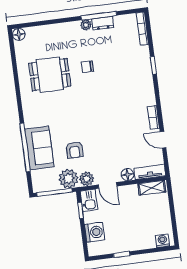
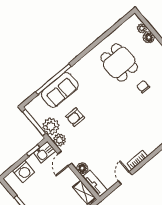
plant: (31, 32) -> (142, 28), added
floor lamp: (19, 34) -> (149, 37), moved

